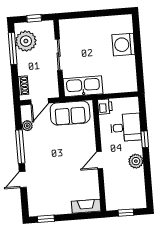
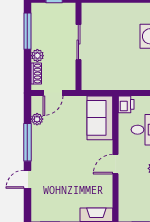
plant: (26, 41) -> (37, 56), moved, width x0.53, depth x0.53
kitchen sink: (83, 86) -> (103, 80), removed
sofa: (70, 113) -> (100, 118), moved, turned 90

